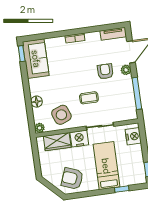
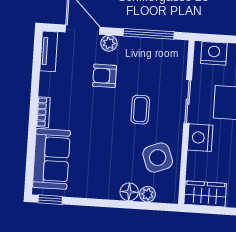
sofa: (36, 59) -> (51, 159), moved, turned 90
plant: (39, 128) -> (147, 194), moved
wardrobe: (57, 142) -> (205, 194), moved, turned -90

